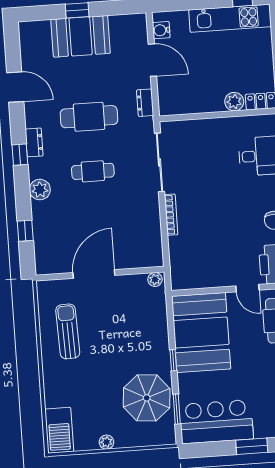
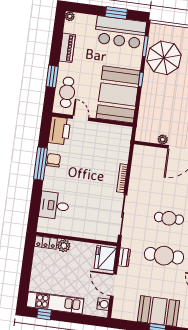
fridge: (172, 96) -> (105, 258), added
plant: (155, 279) -> (163, 139), moved
window: (252, 446) -> (116, 13), moved

